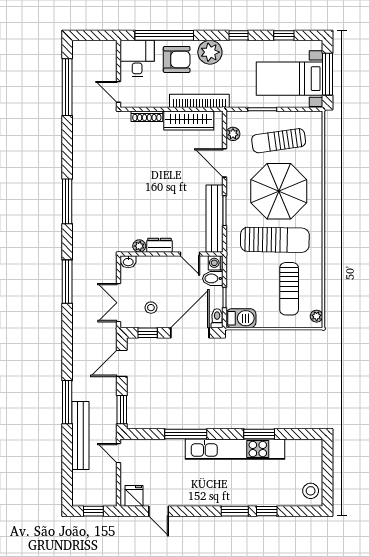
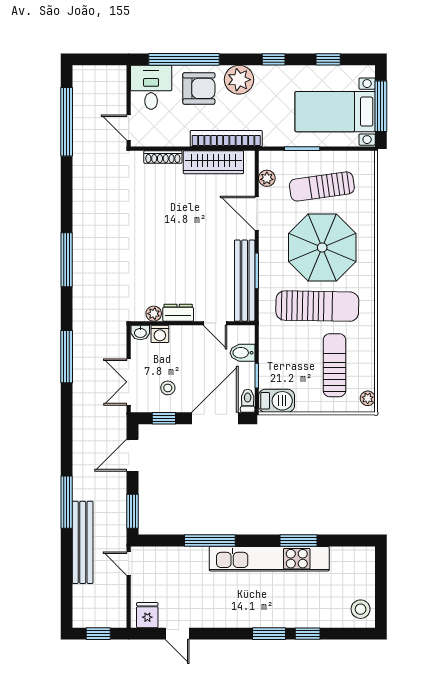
washing machine: (216, 263) -> (160, 334), moved, turned -90
sun lounger: (289, 289) -> (335, 365), turned 180

